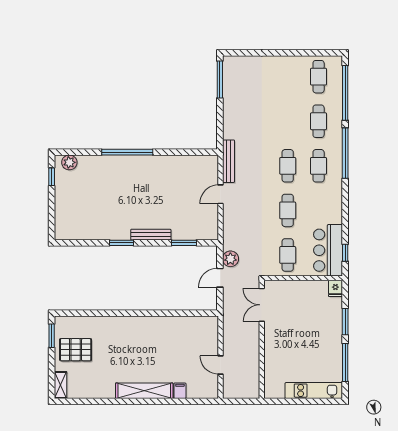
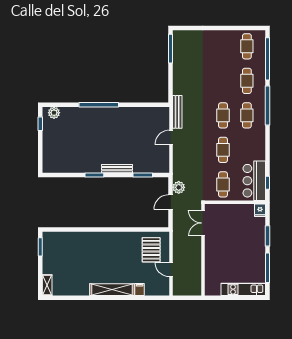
pallet: (76, 350) -> (151, 250), moved, turned 90

